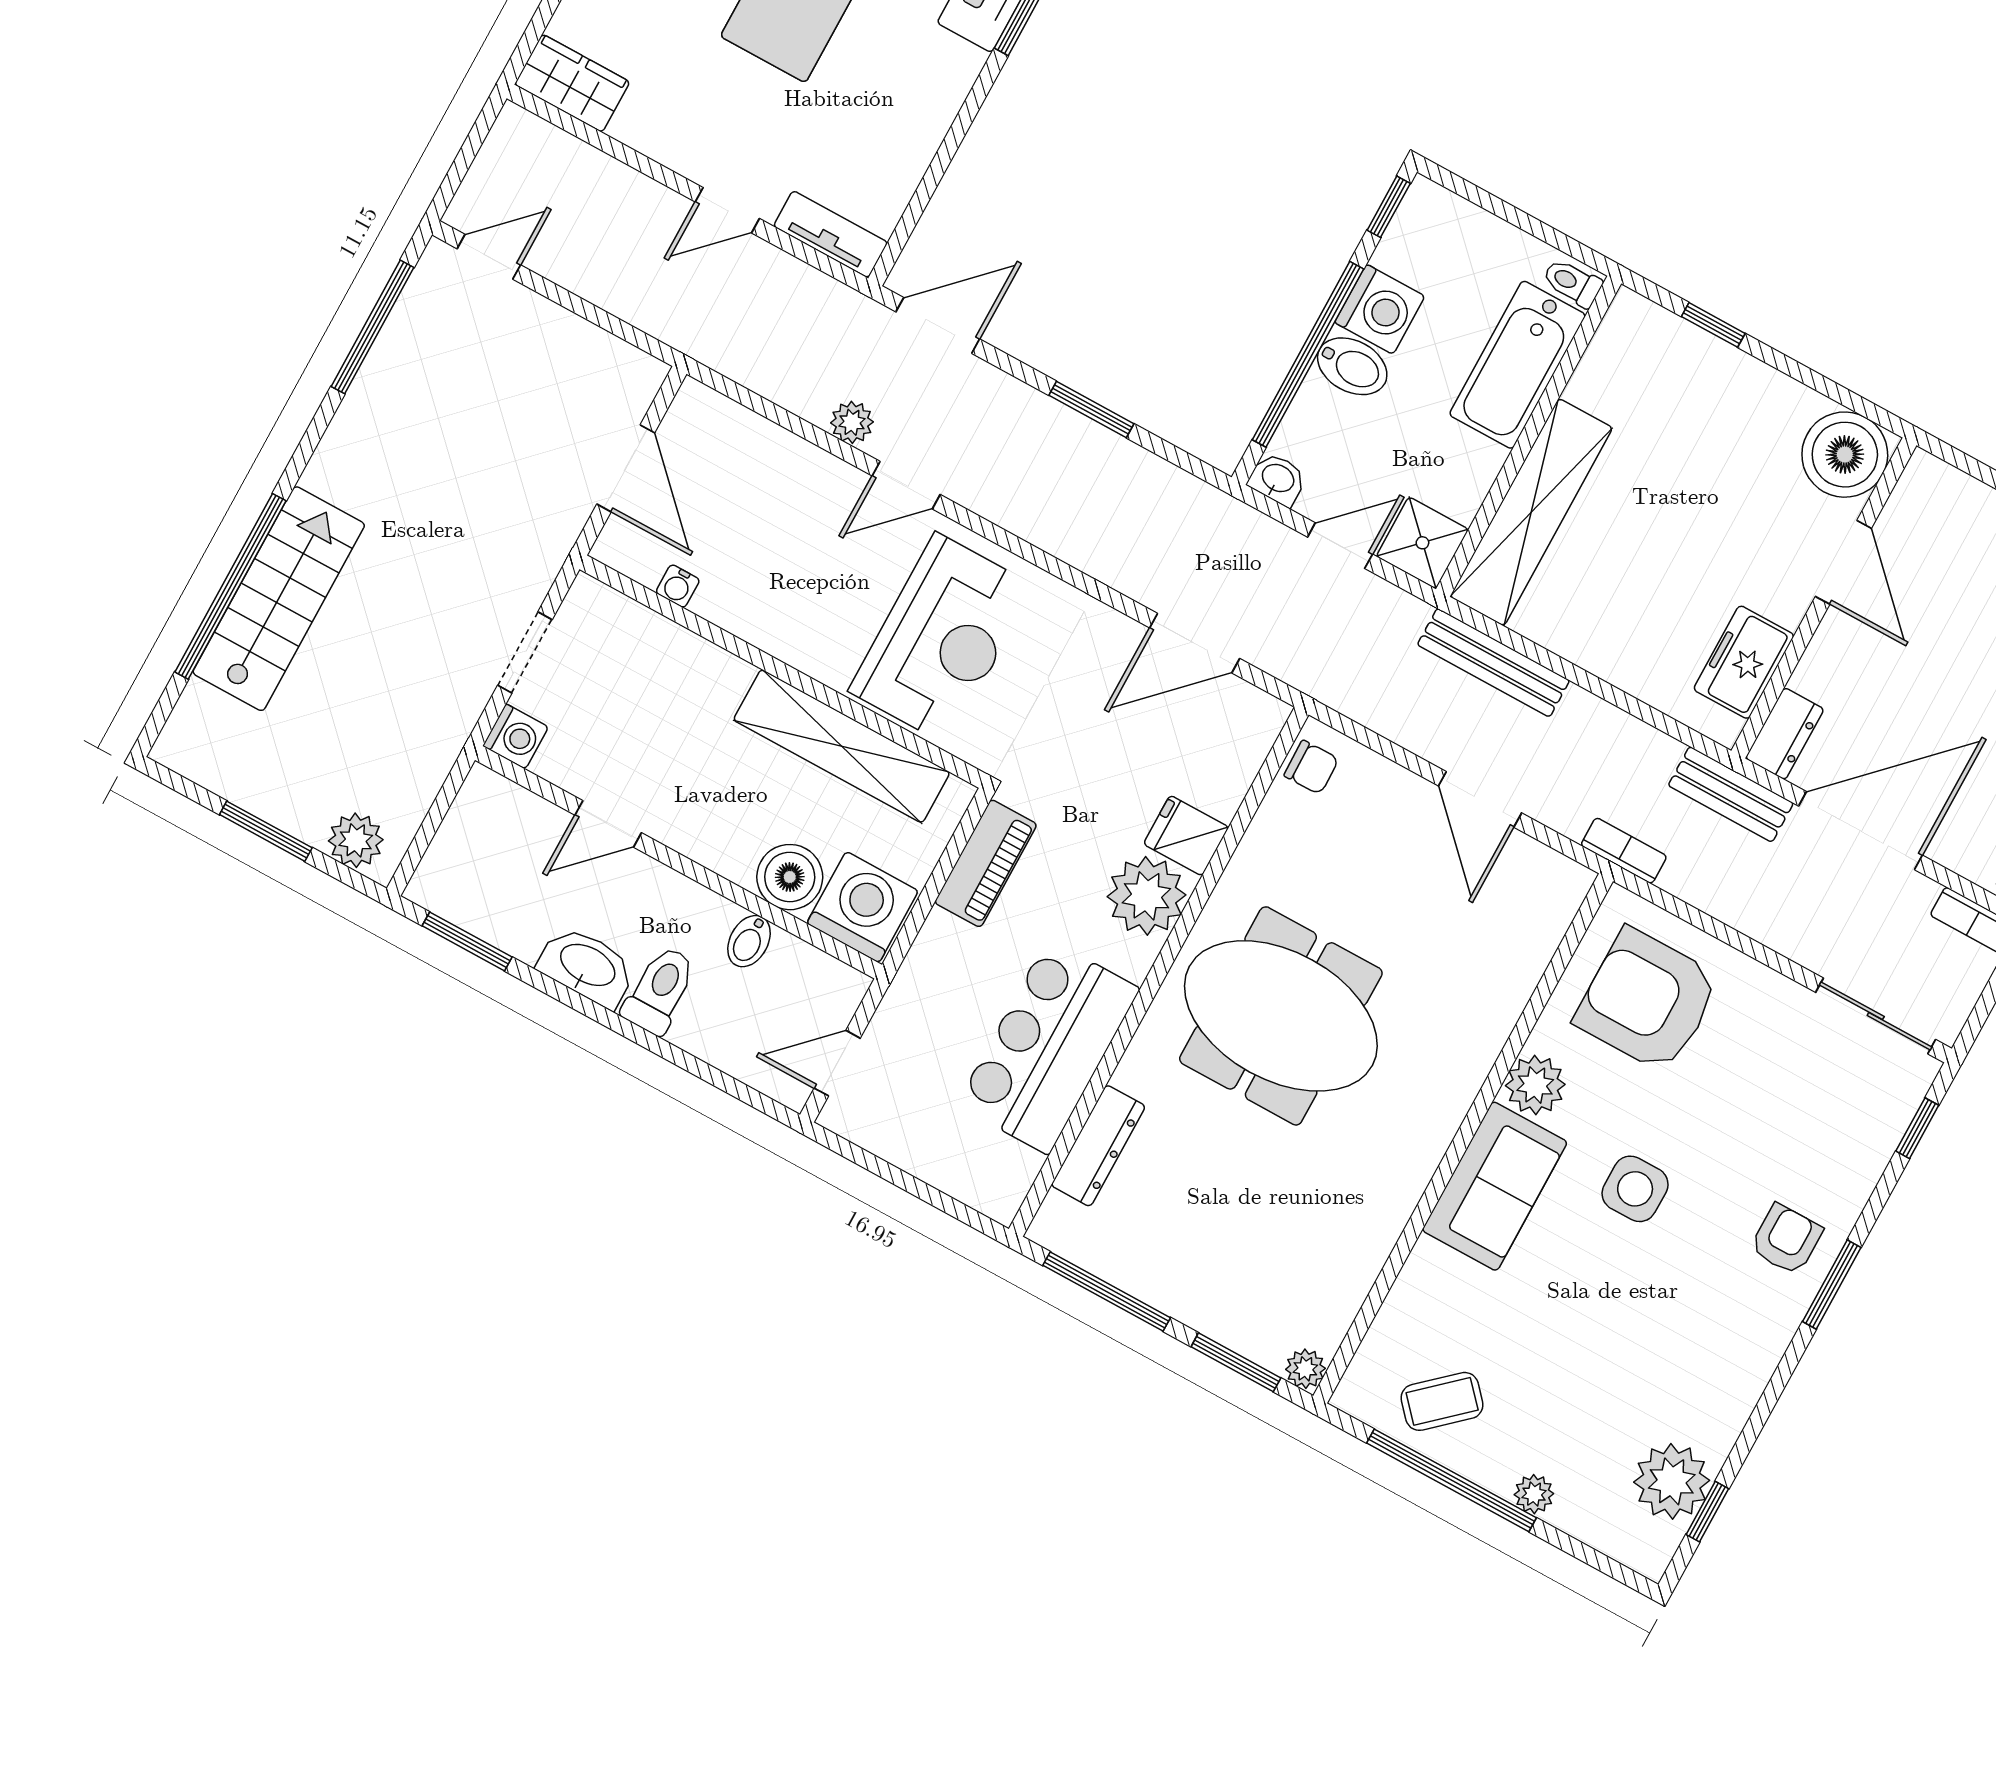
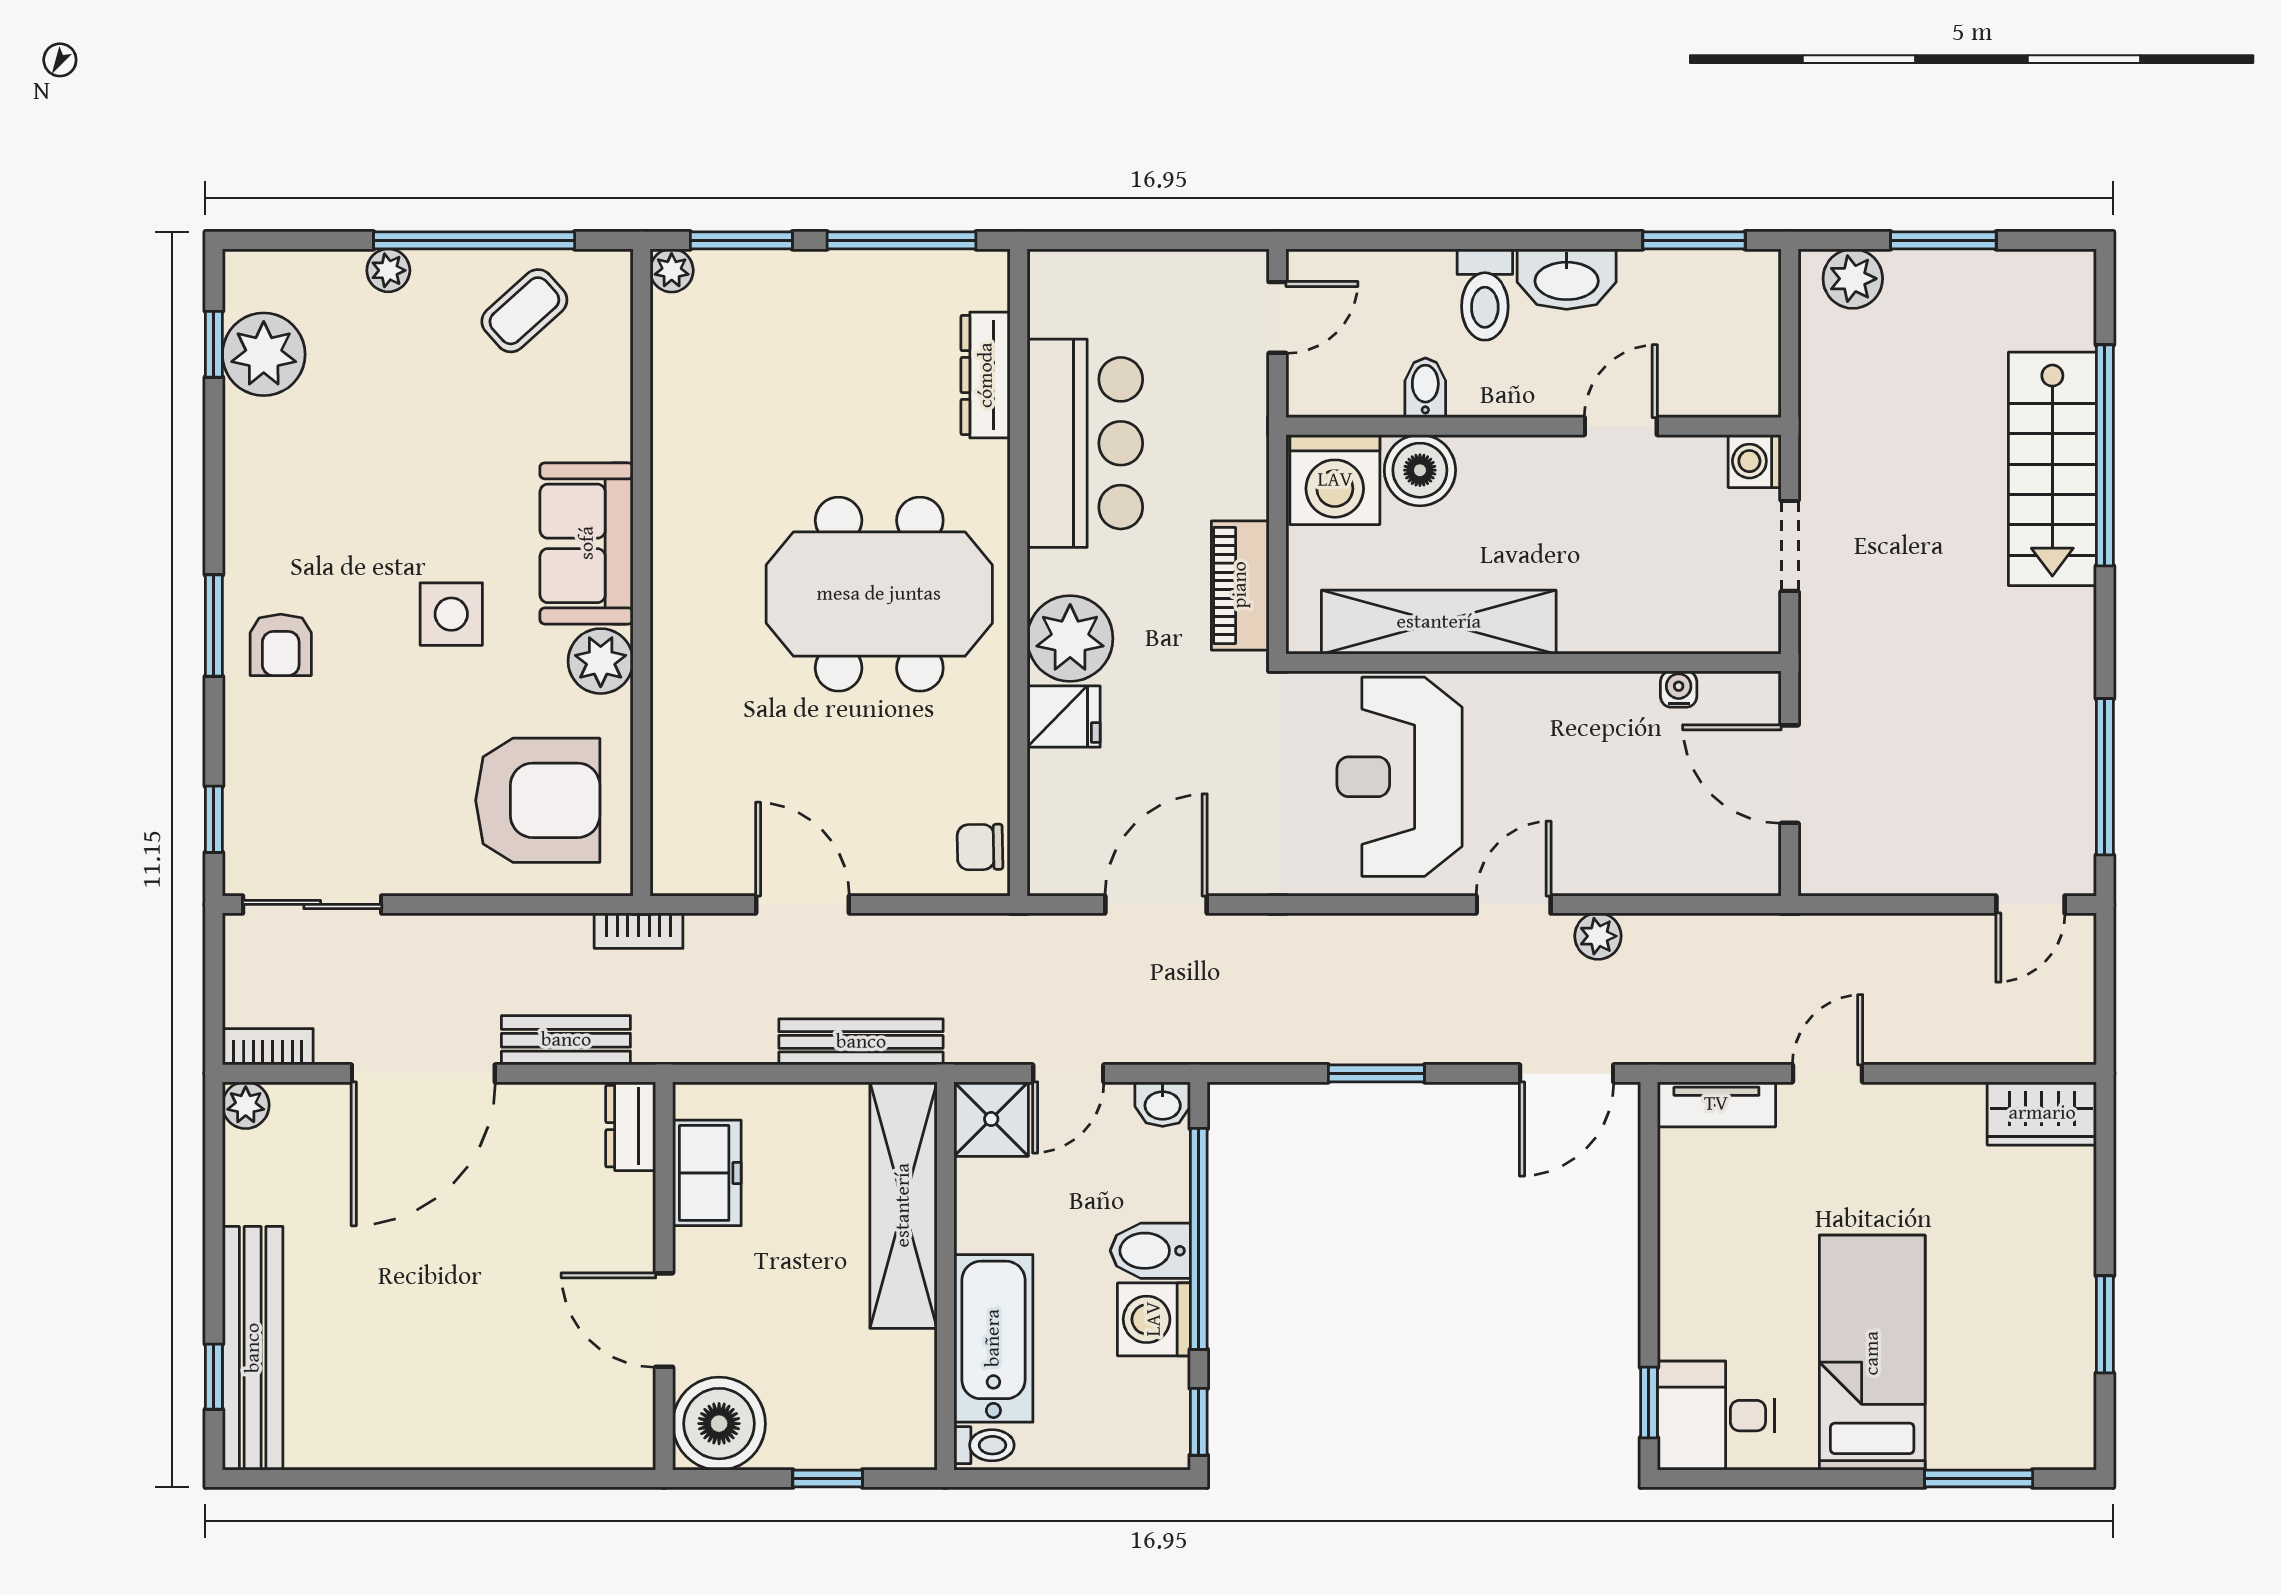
boiler: (1845, 455) -> (719, 1424), moved
door: (1843, 562) -> (664, 1320), moved
wall: (1824, 598) -> (664, 1276), moved
freezer: (1744, 662) -> (707, 1173), moved
dresser: (1785, 734) -> (631, 1126), moved

